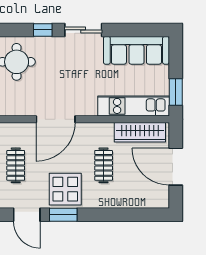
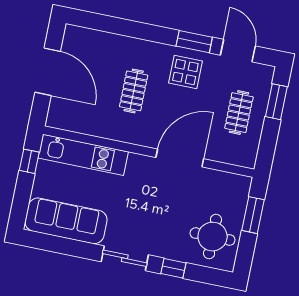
window: (176, 92) -> (29, 161), width x0.67
wardrobe: (140, 132) -> (82, 122), removed
display table: (65, 189) -> (185, 72), width x0.73, depth x0.73

